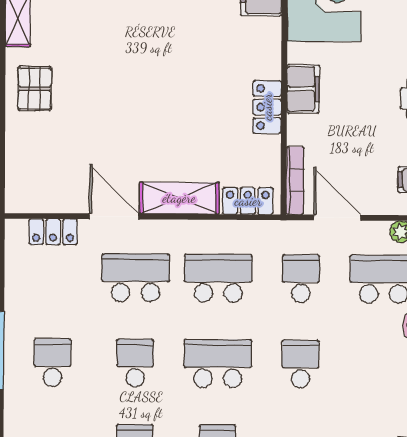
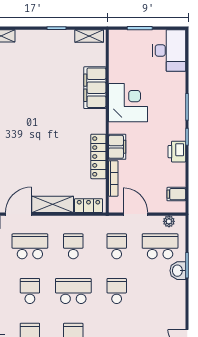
locker: (267, 107) -> (98, 156), width x1.53
bookcase: (295, 181) -> (113, 178), moved
door: (114, 216) -> (18, 214), hinge flipped
school desk: (218, 278) -> (73, 246), width x0.54

